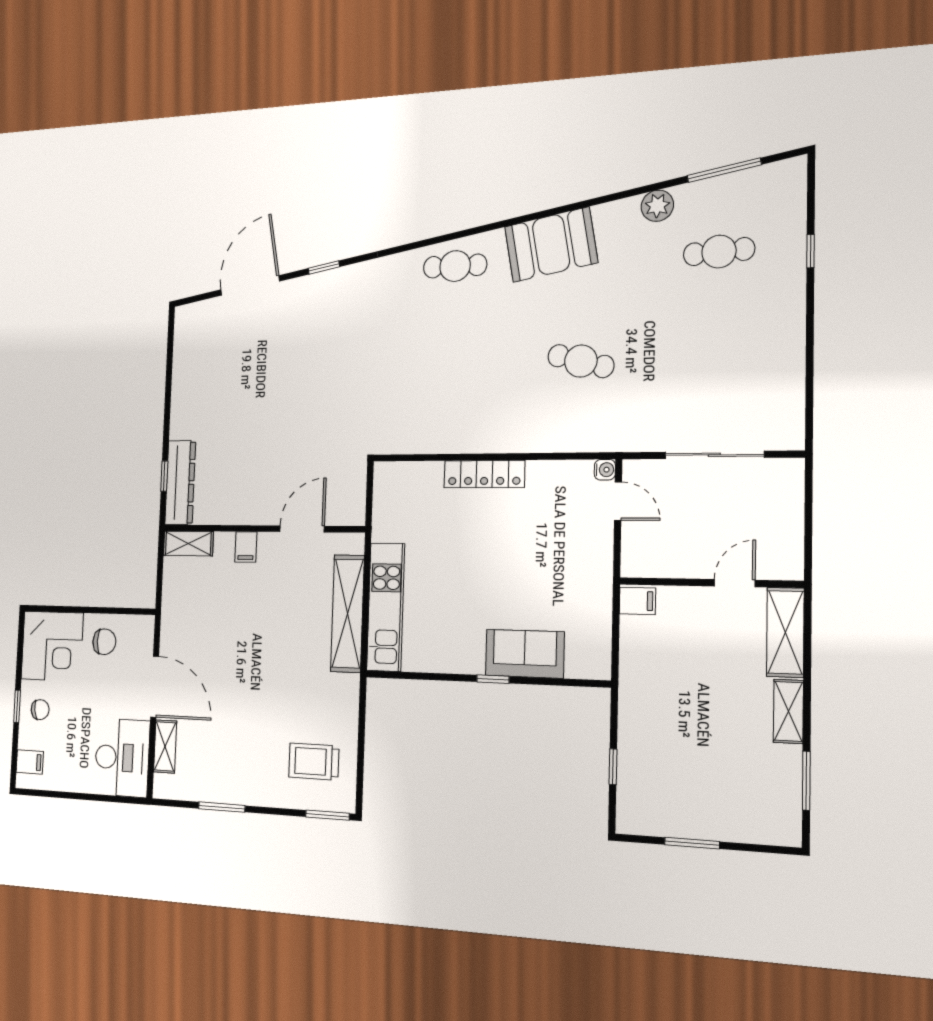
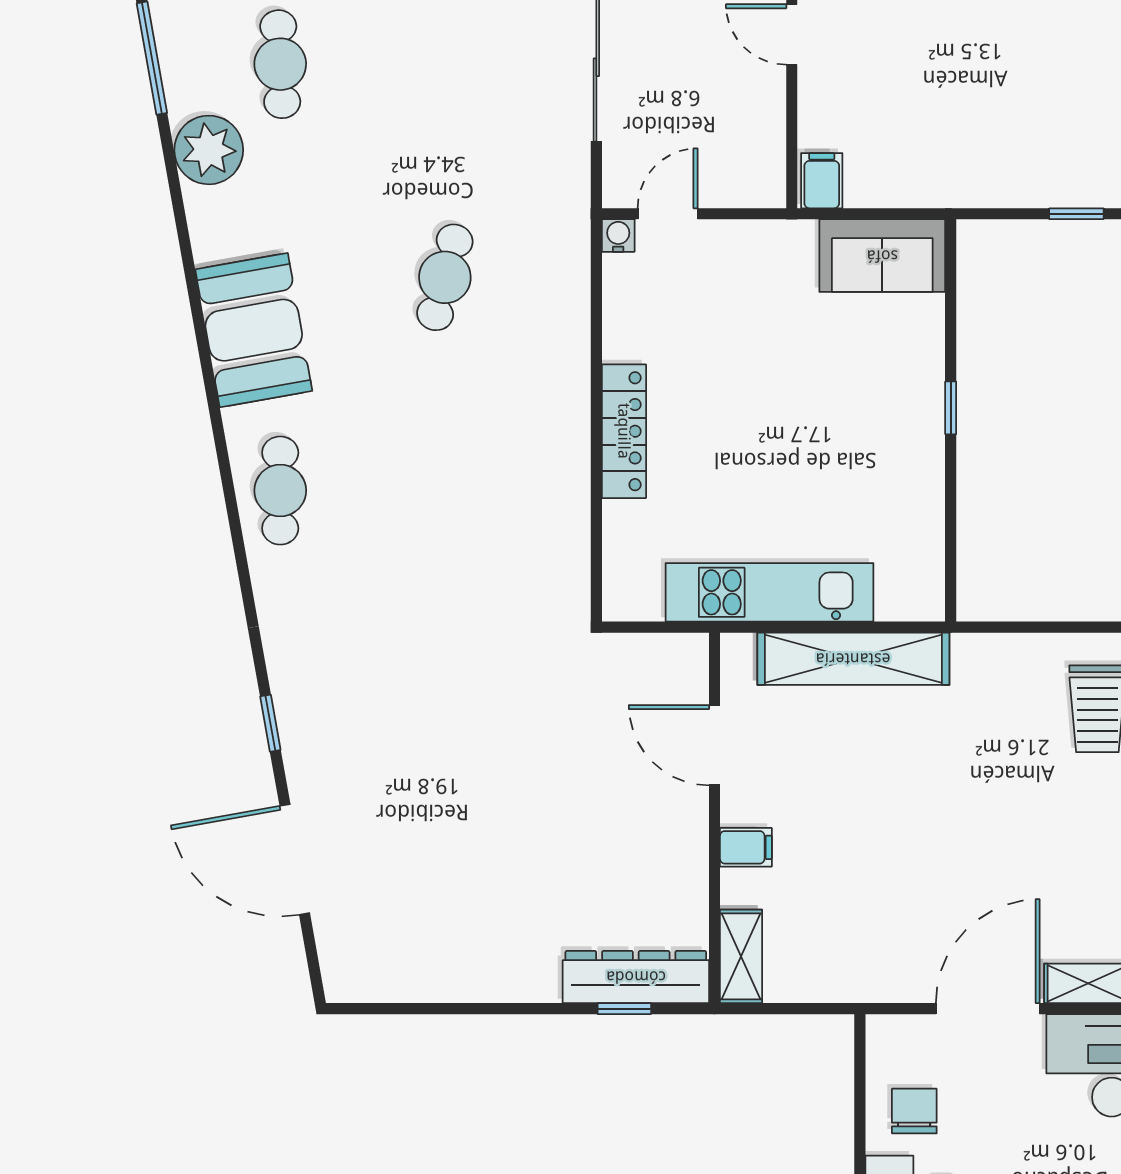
plant: (657, 206) -> (209, 150), width x1.36, depth x1.36
kitchen unit: (386, 607) -> (770, 592), moved
sofa: (525, 654) -> (882, 256), moved, turned -90

